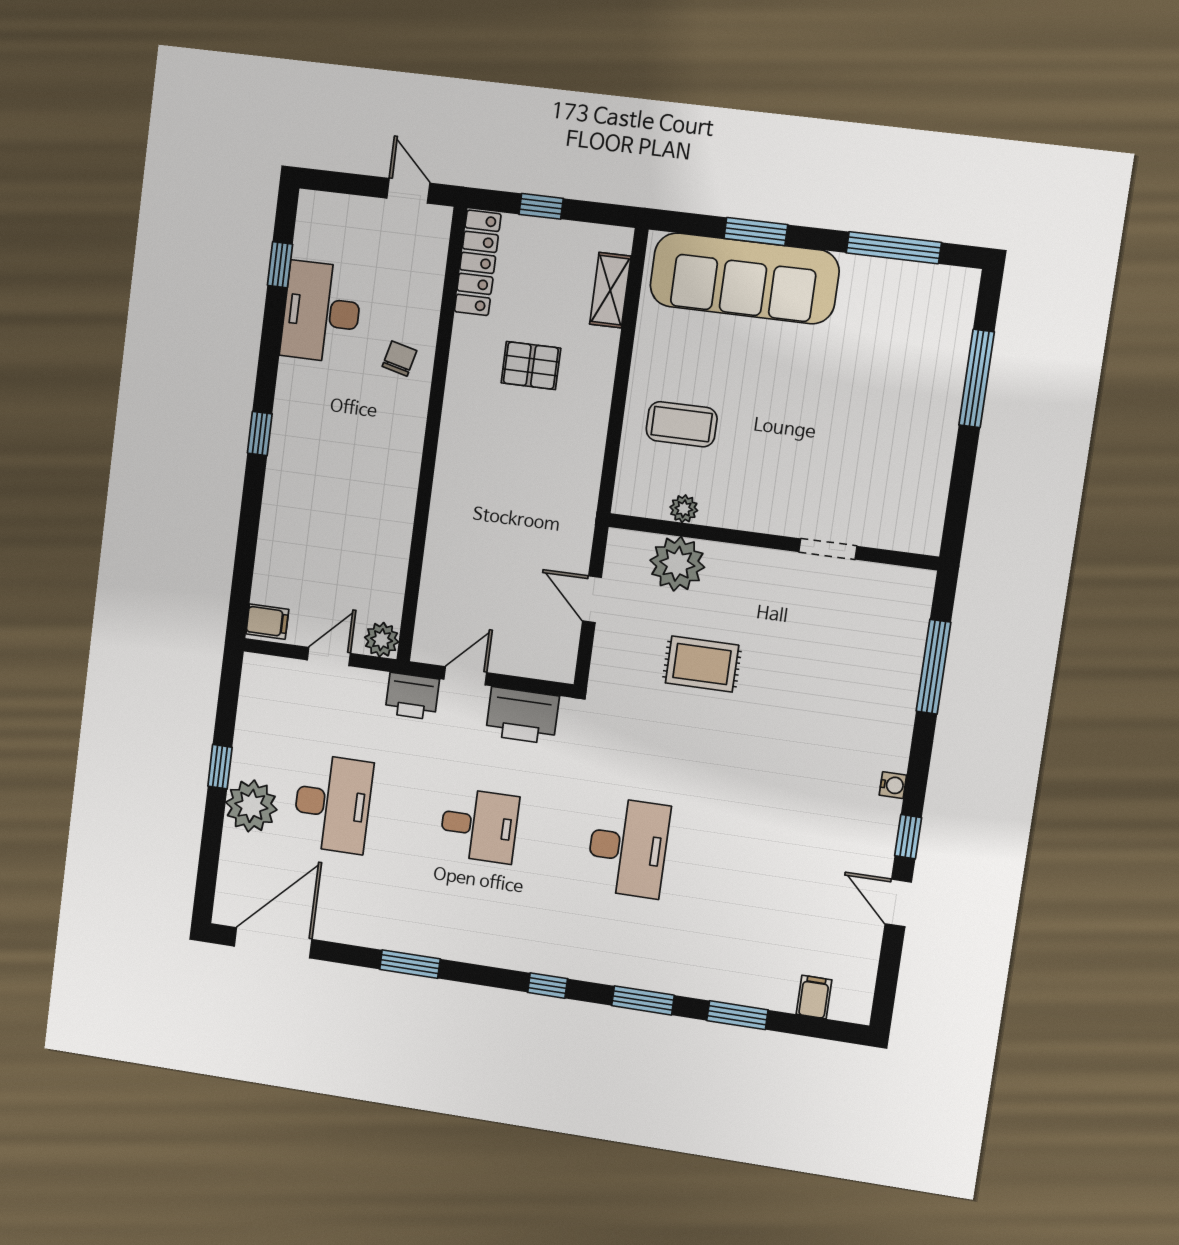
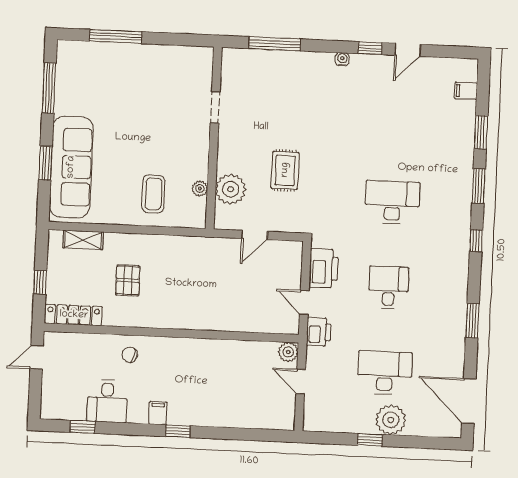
desk: (321, 312) -> (107, 401), width x0.73
filing cabinet: (267, 622) -> (158, 413), moved

